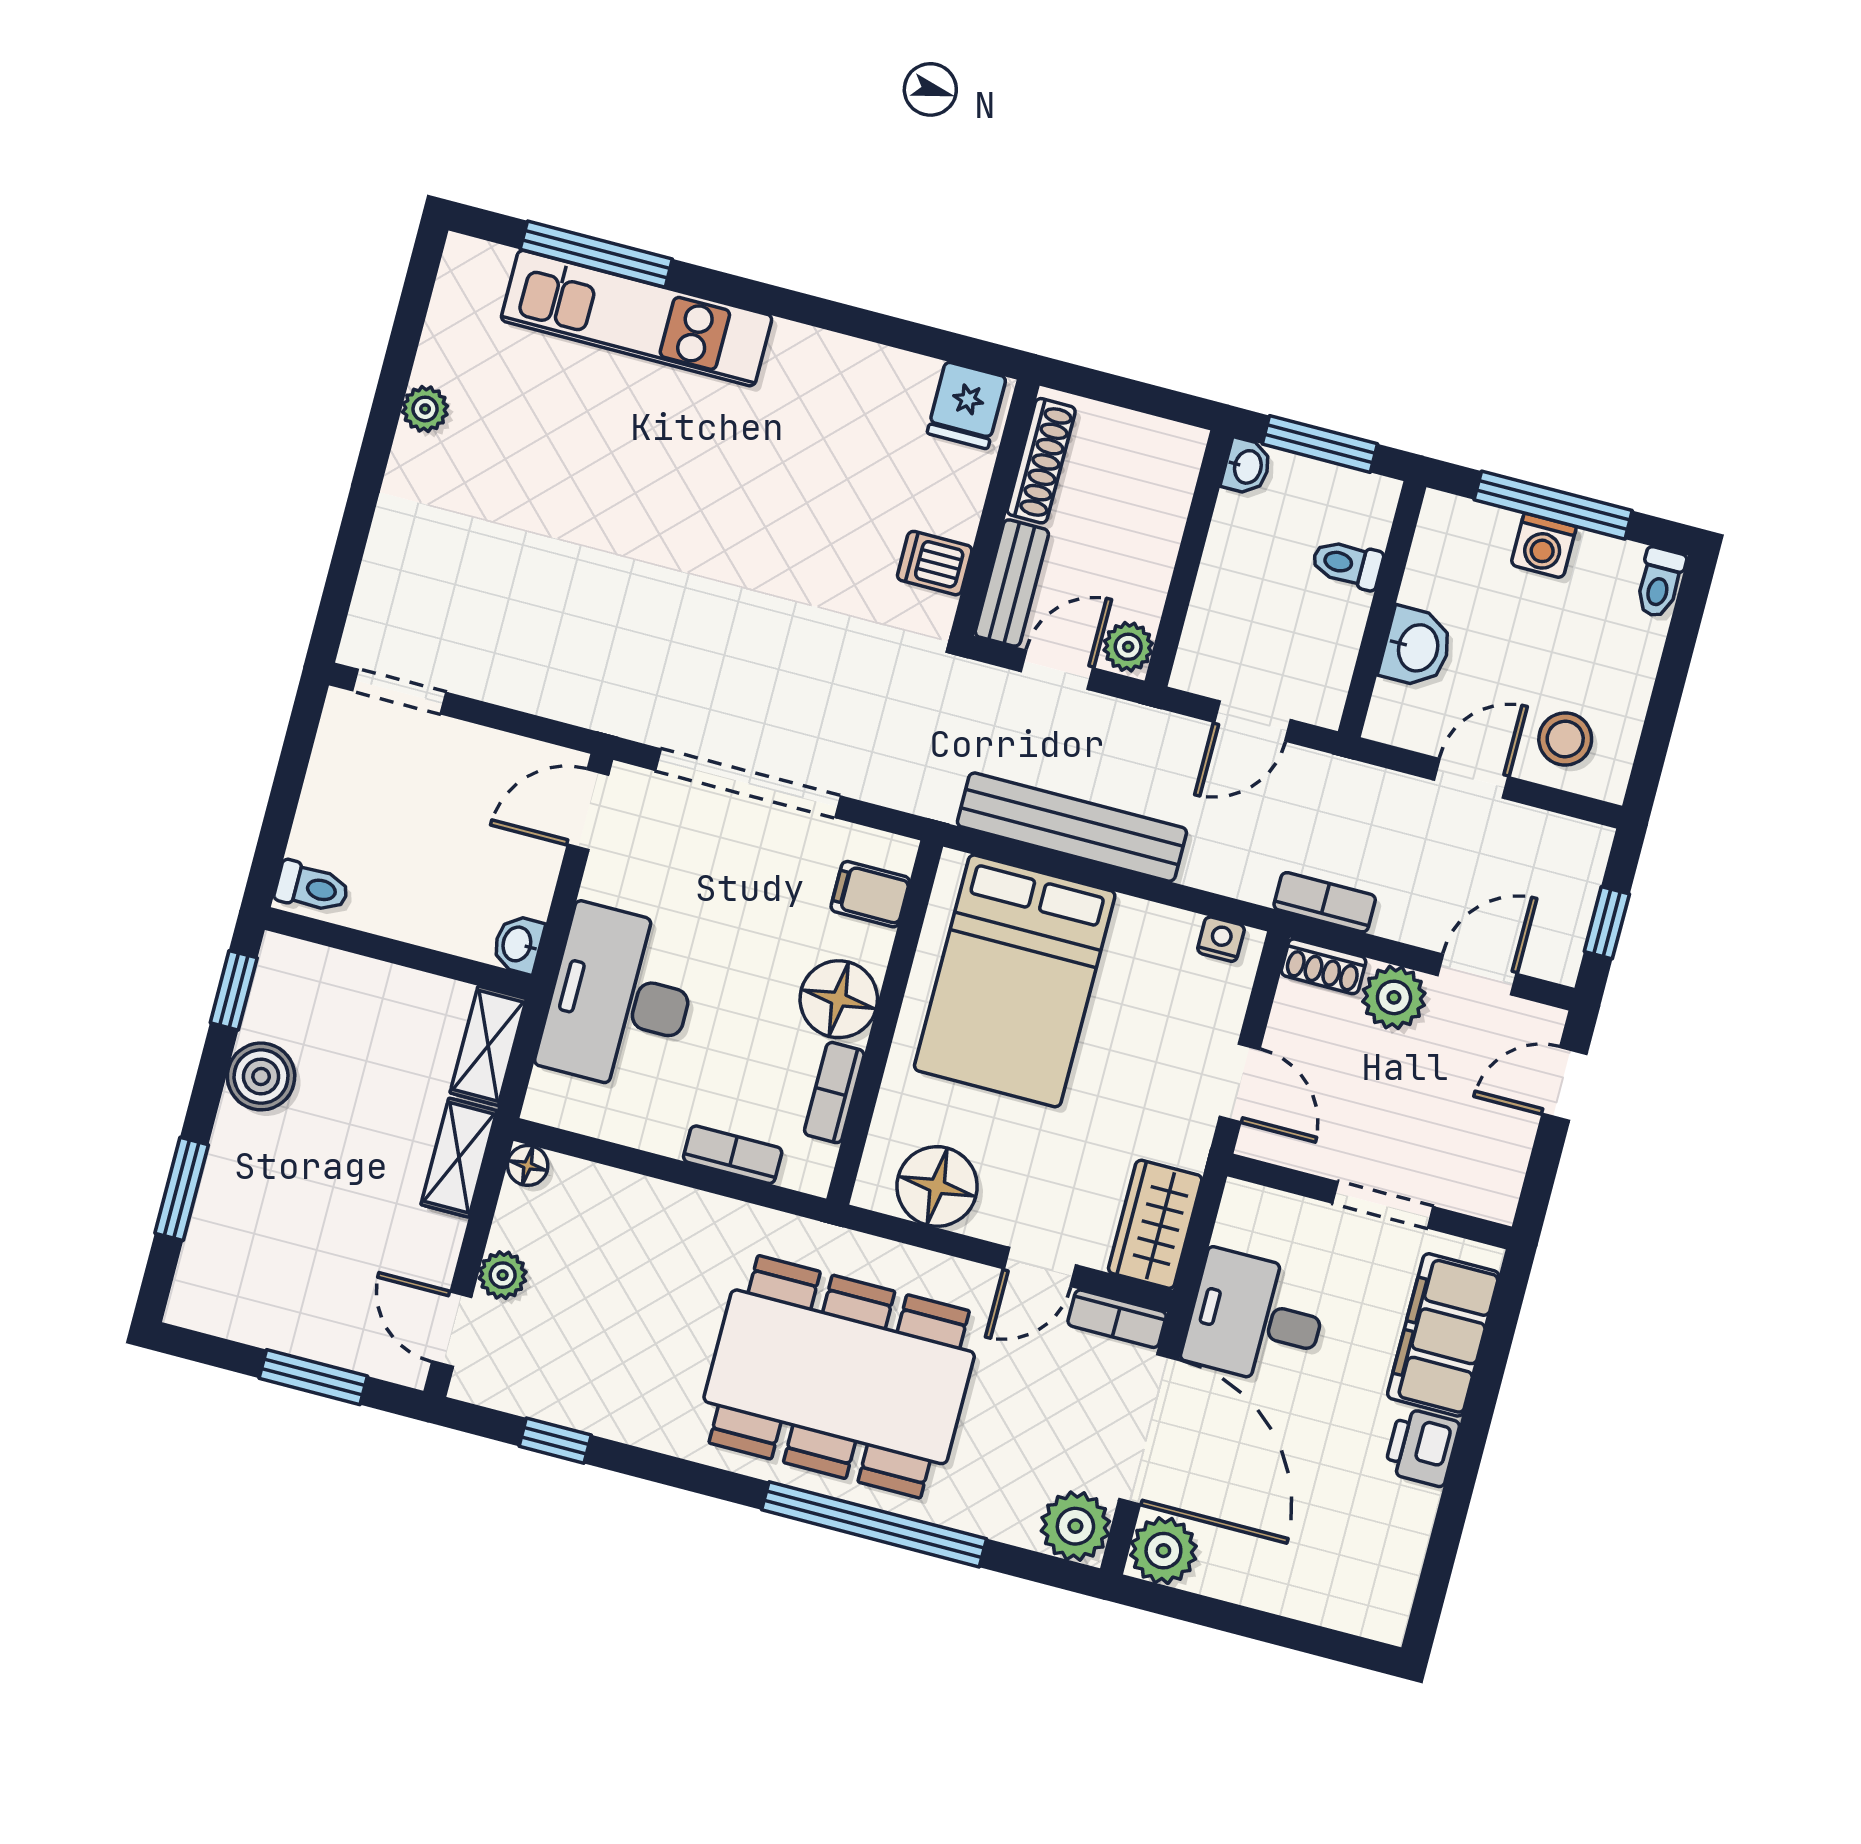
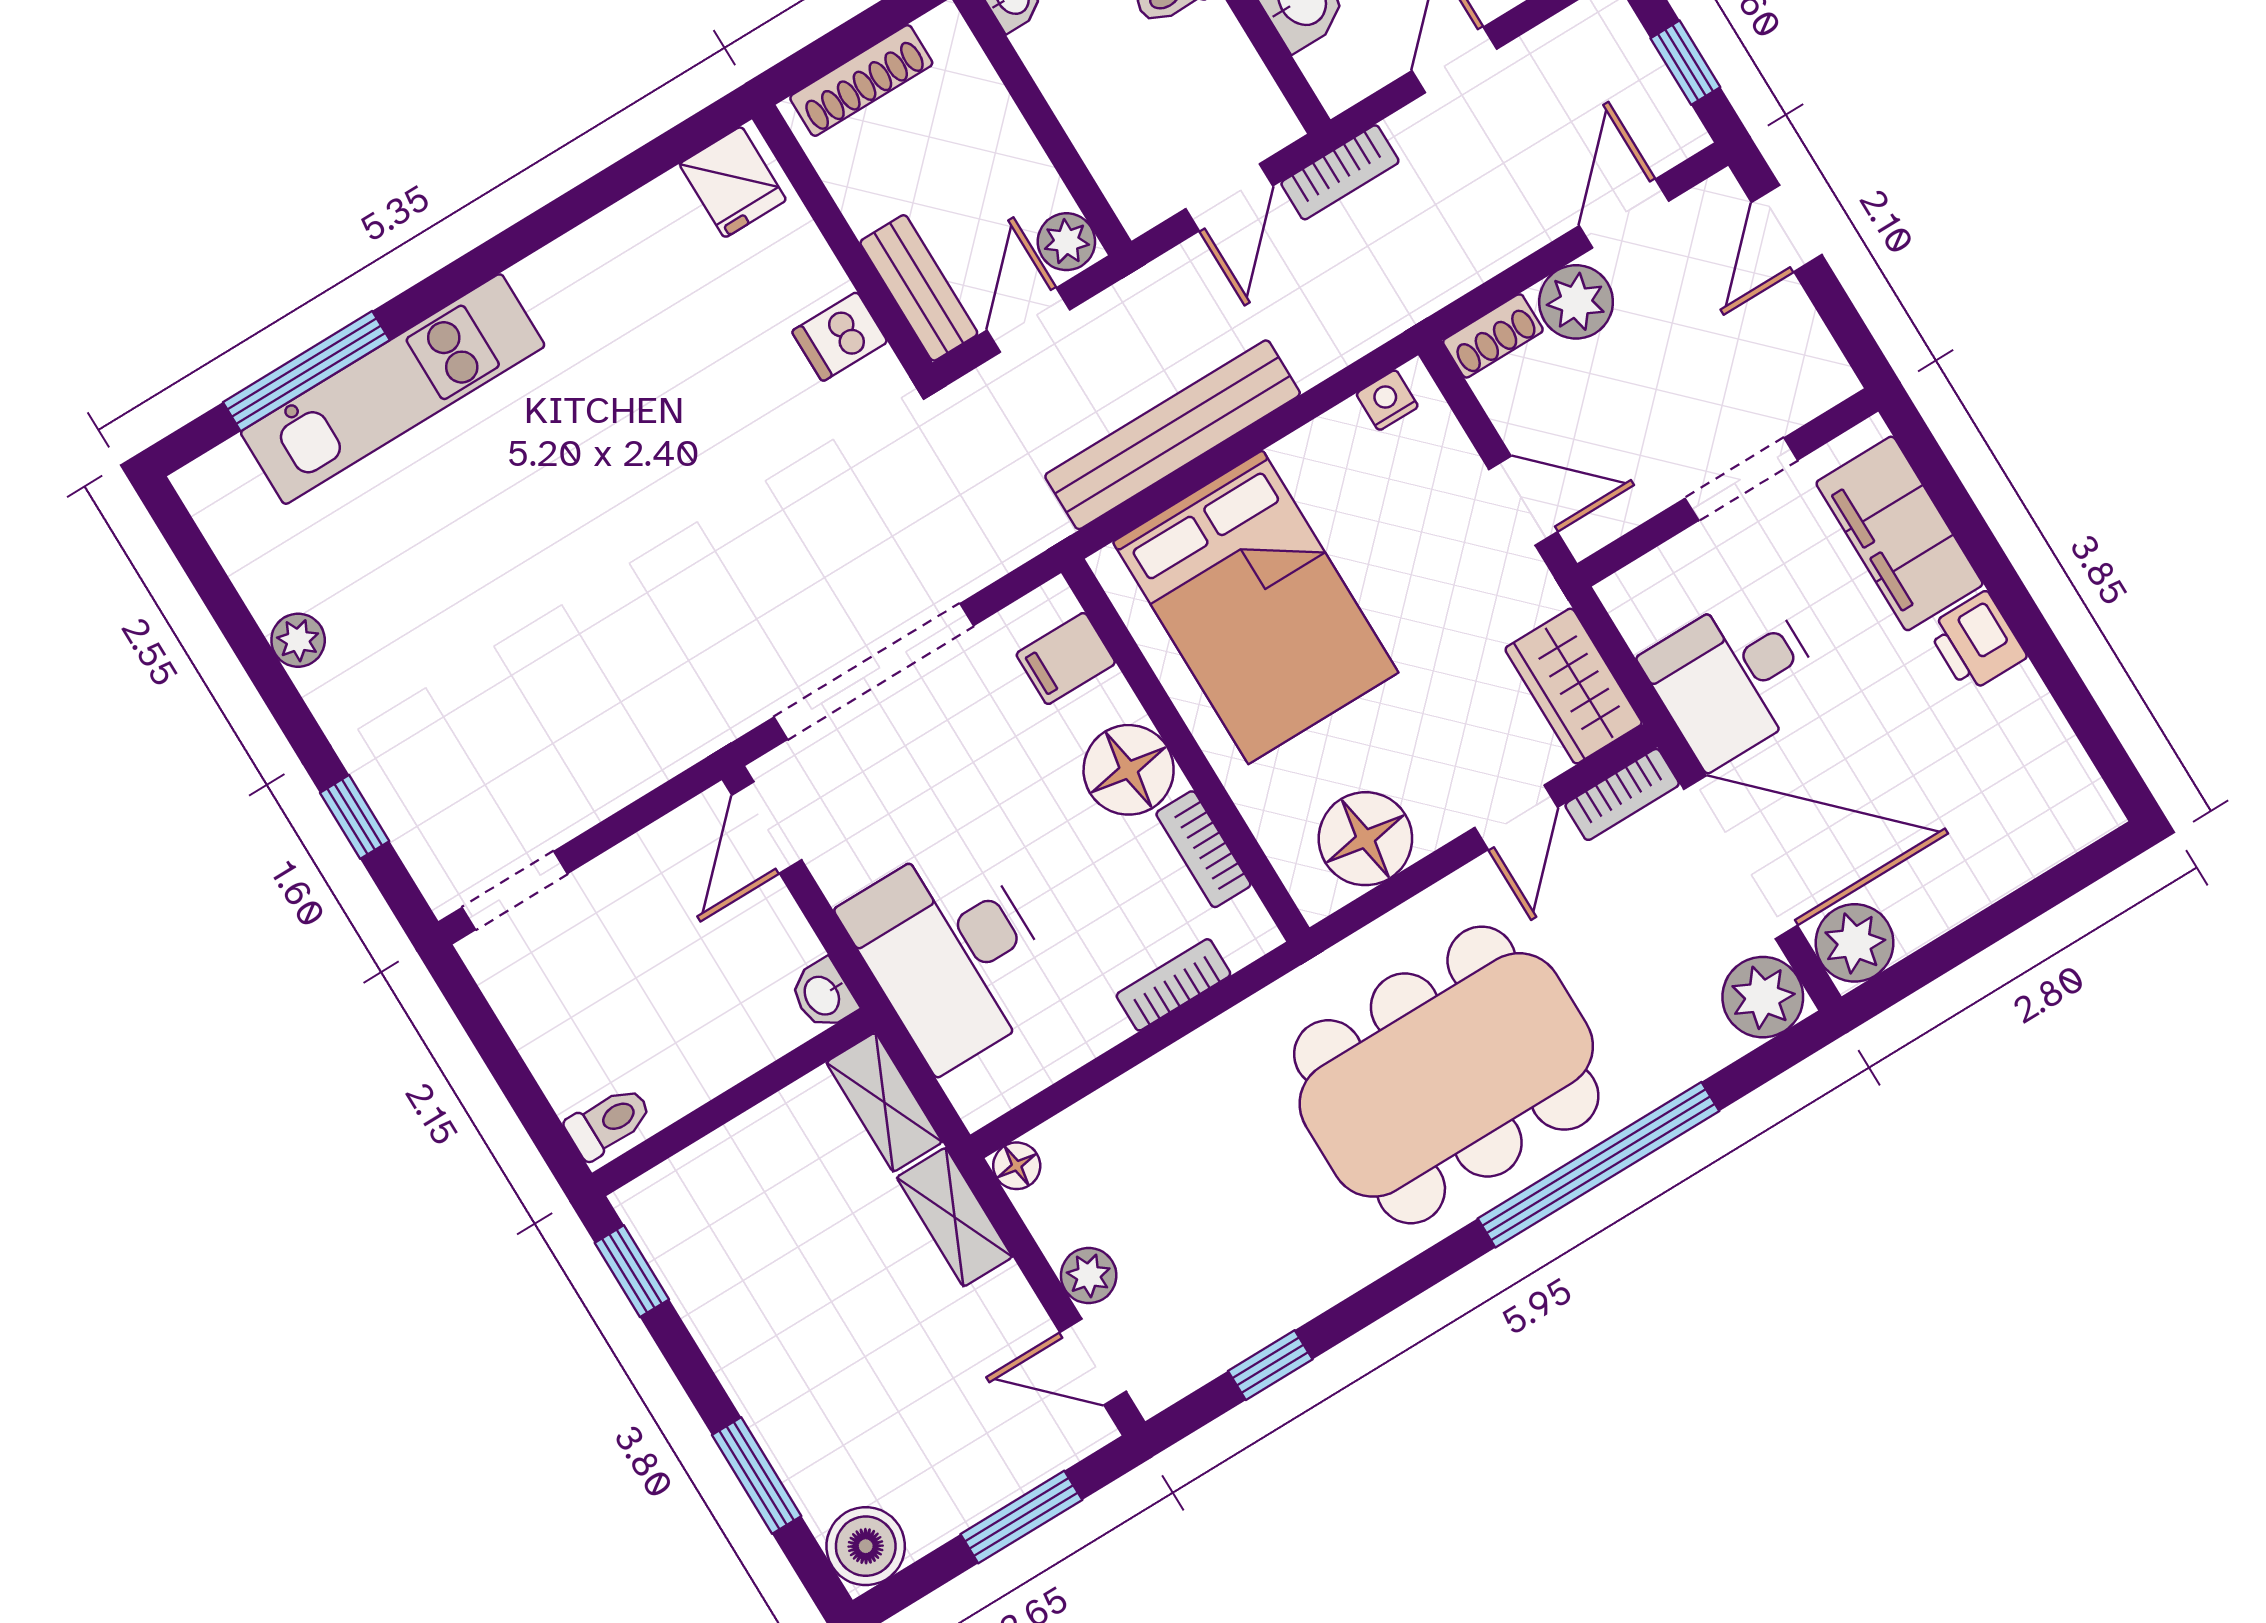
shoe rack: (1041, 461) -> (861, 81), moved, turned 90
window: (350, 549) -> (355, 817), added
bookcase: (1325, 902) -> (1340, 172), moved, turned 180
boiler: (261, 1076) -> (866, 1546), moved

